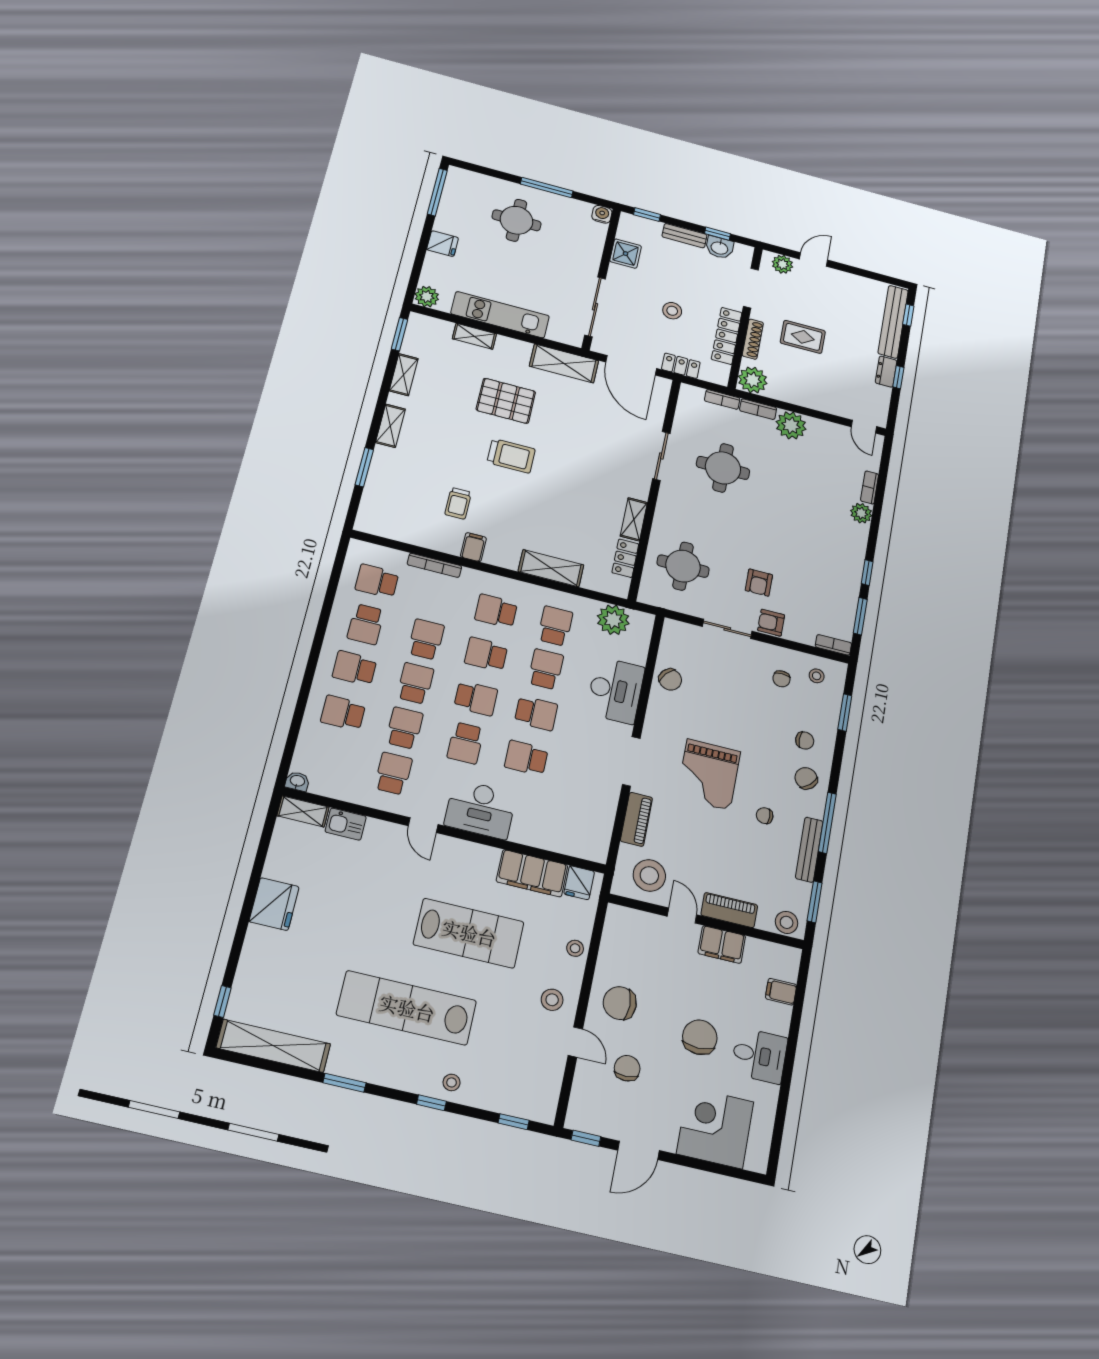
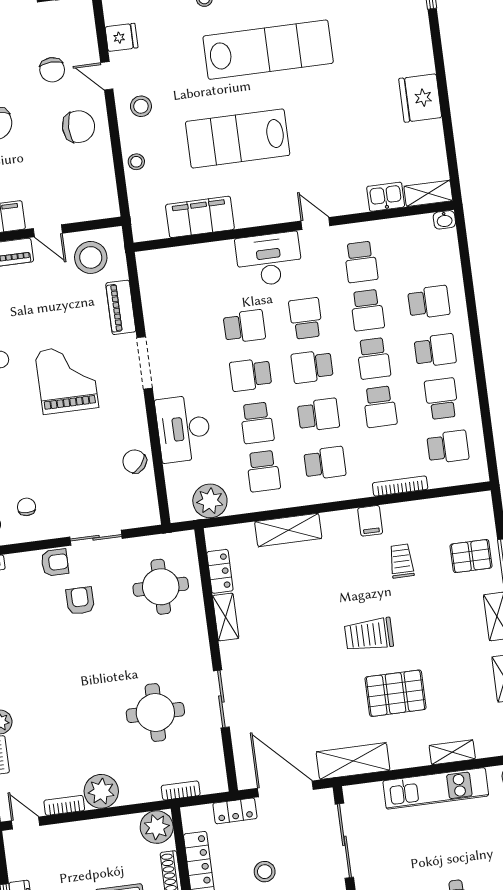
bookcase: (758, 409) -> (64, 805), moved
pallet: (393, 483) -> (471, 556), added
fridge: (579, 883) -> (122, 37), moved, turned 90

